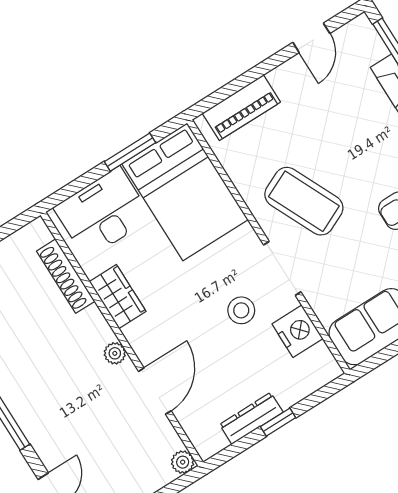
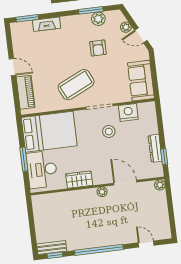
door: (311, 38) -> (12, 67), moved
window: (130, 152) -> (24, 159), moved
shoe rack: (66, 276) -> (61, 197), removed
window: (278, 422) -> (164, 157), moved

